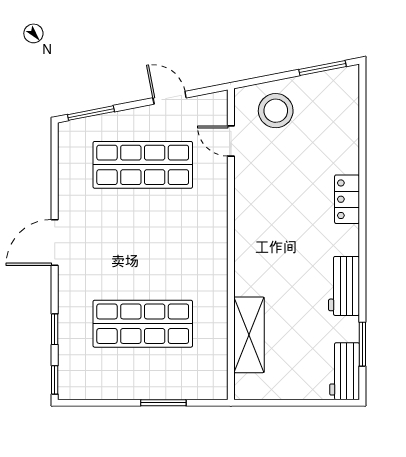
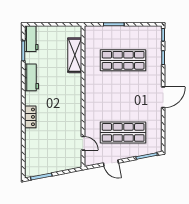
stool: (276, 111) -> (63, 157), removed

